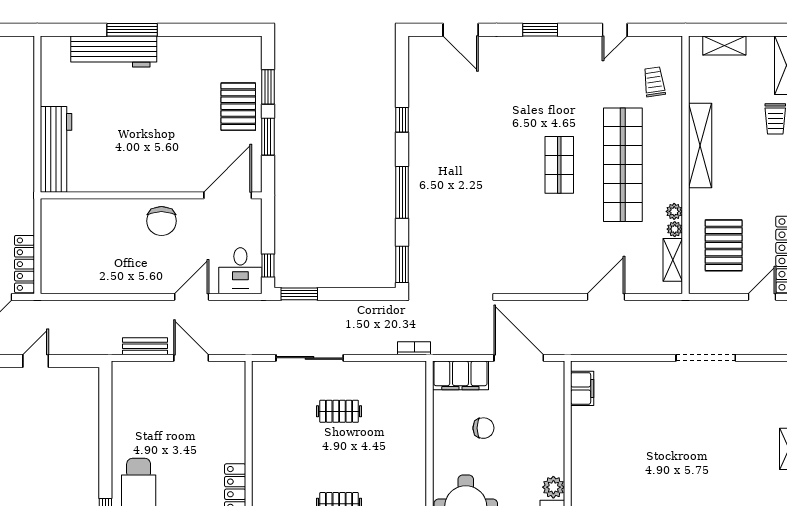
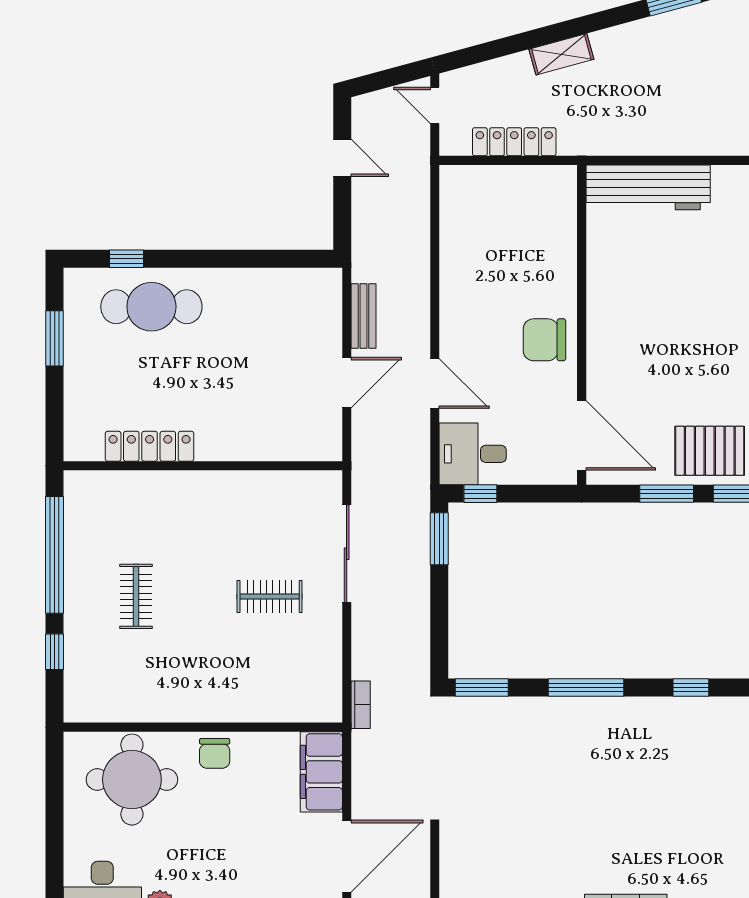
locker: (24, 264) -> (514, 142), moved
clothes rail: (339, 411) -> (270, 596), turned 90
chair: (483, 428) -> (215, 753), moved

